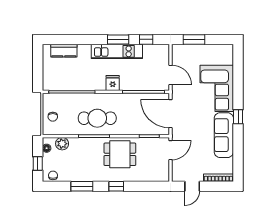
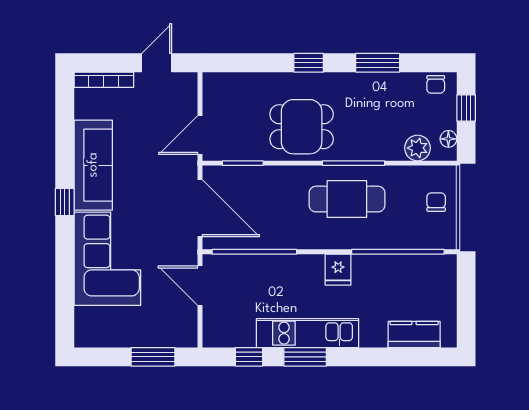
fridge: (113, 83) -> (338, 270), moved

